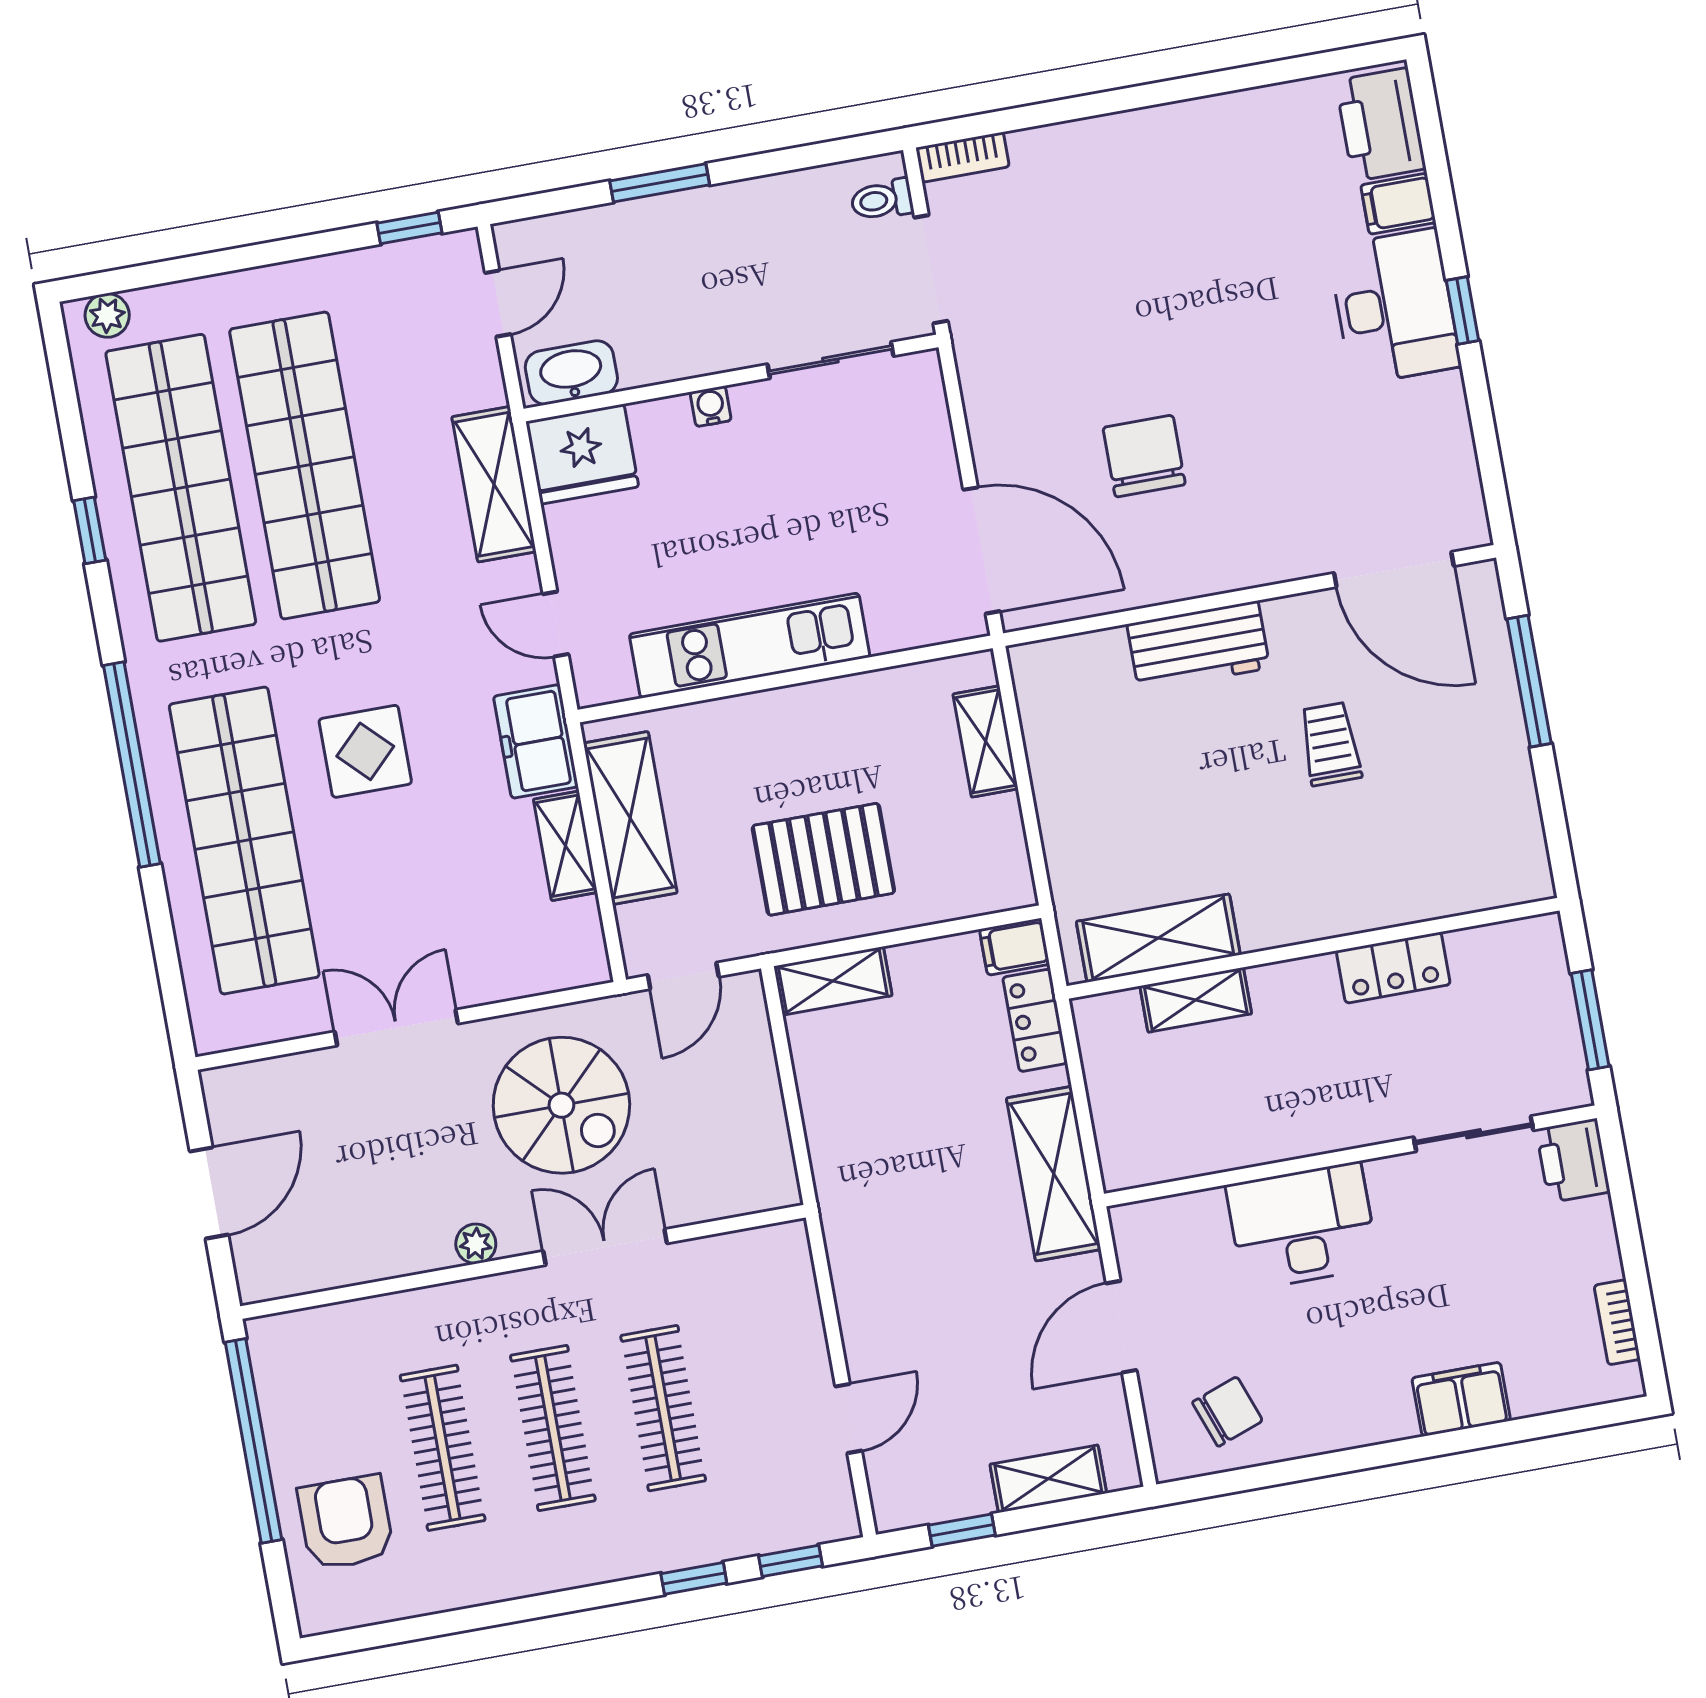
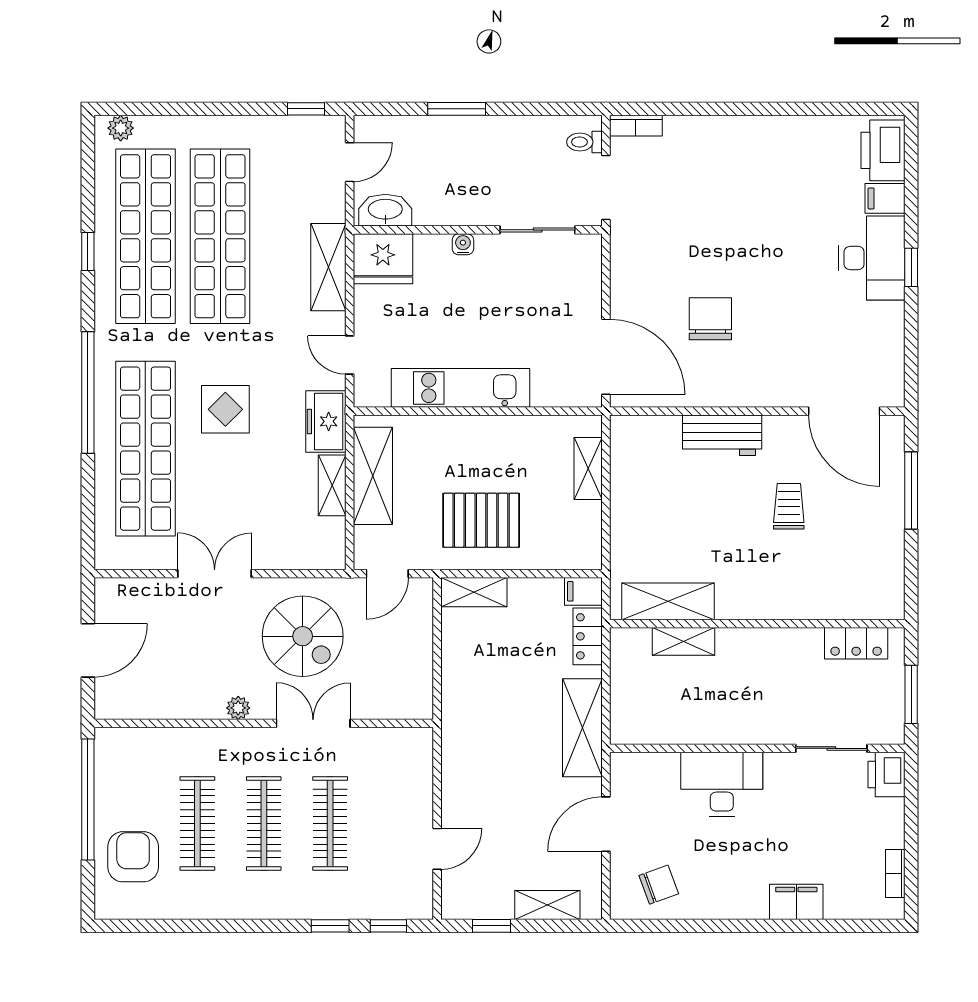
locker: (1393, 968) -> (856, 643), moved

